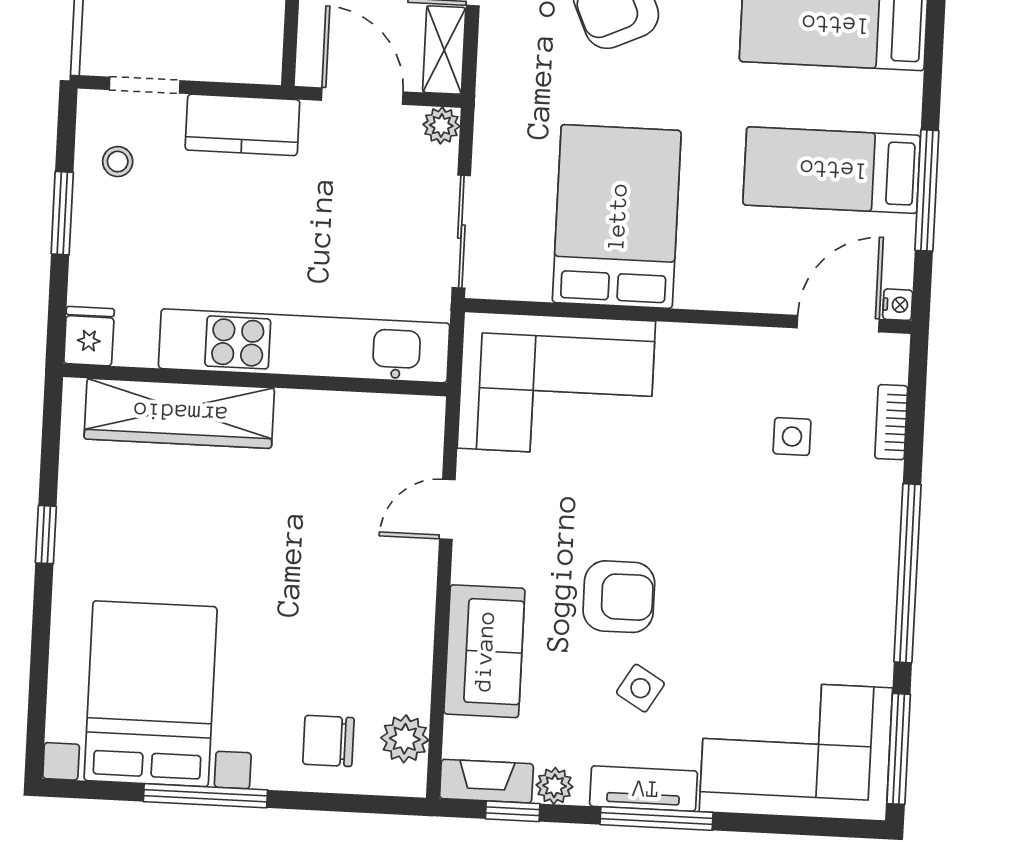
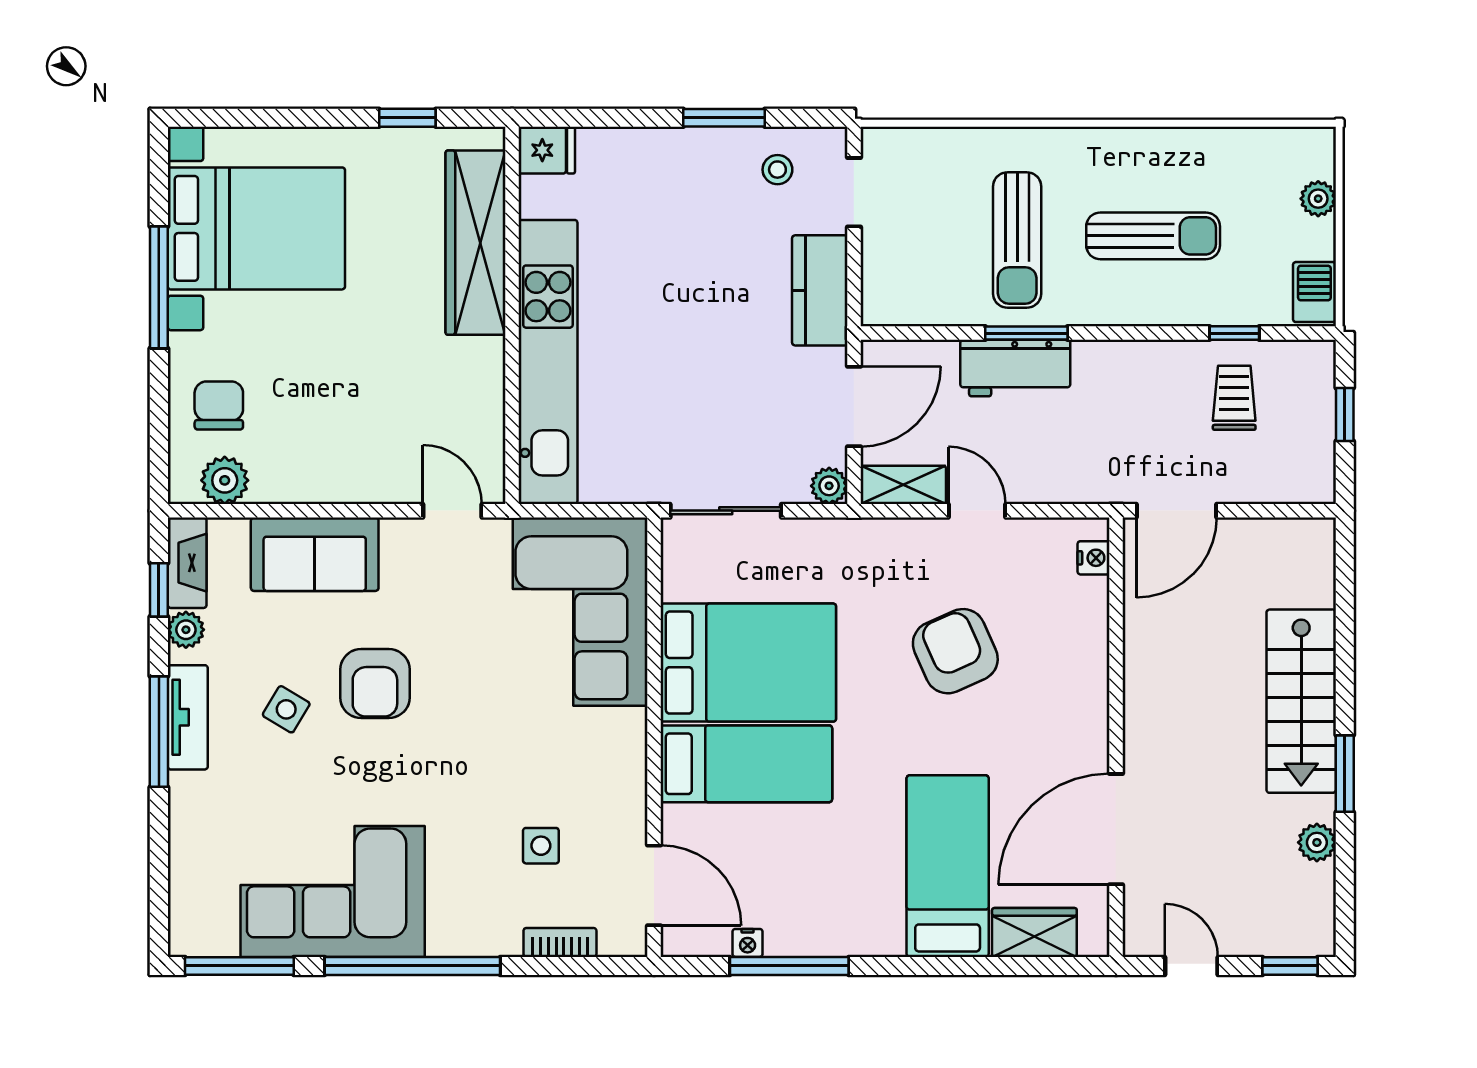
bed: (832, 170) -> (746, 764), moved, turned 90
nightstand: (898, 305) -> (748, 943), moved
fridge: (89, 336) -> (547, 150), moved
kitchen unit: (304, 346) -> (548, 362), moved
wall: (255, 380) -> (512, 315), moved
wardrobe: (179, 413) -> (475, 243), moved
corner sofa: (796, 750) -> (333, 891), moved, turned -90

